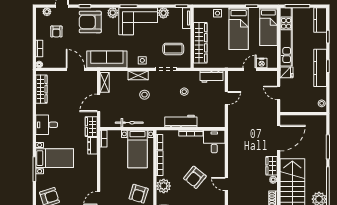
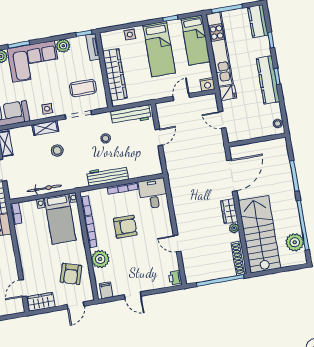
nightstand: (262, 63) -> (207, 84), moved
workbench: (212, 77) -> (131, 115), width x1.38
armchair: (195, 177) -> (125, 227), moved, turned -129

